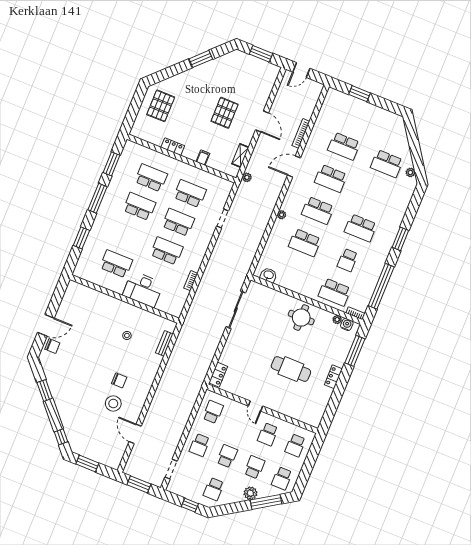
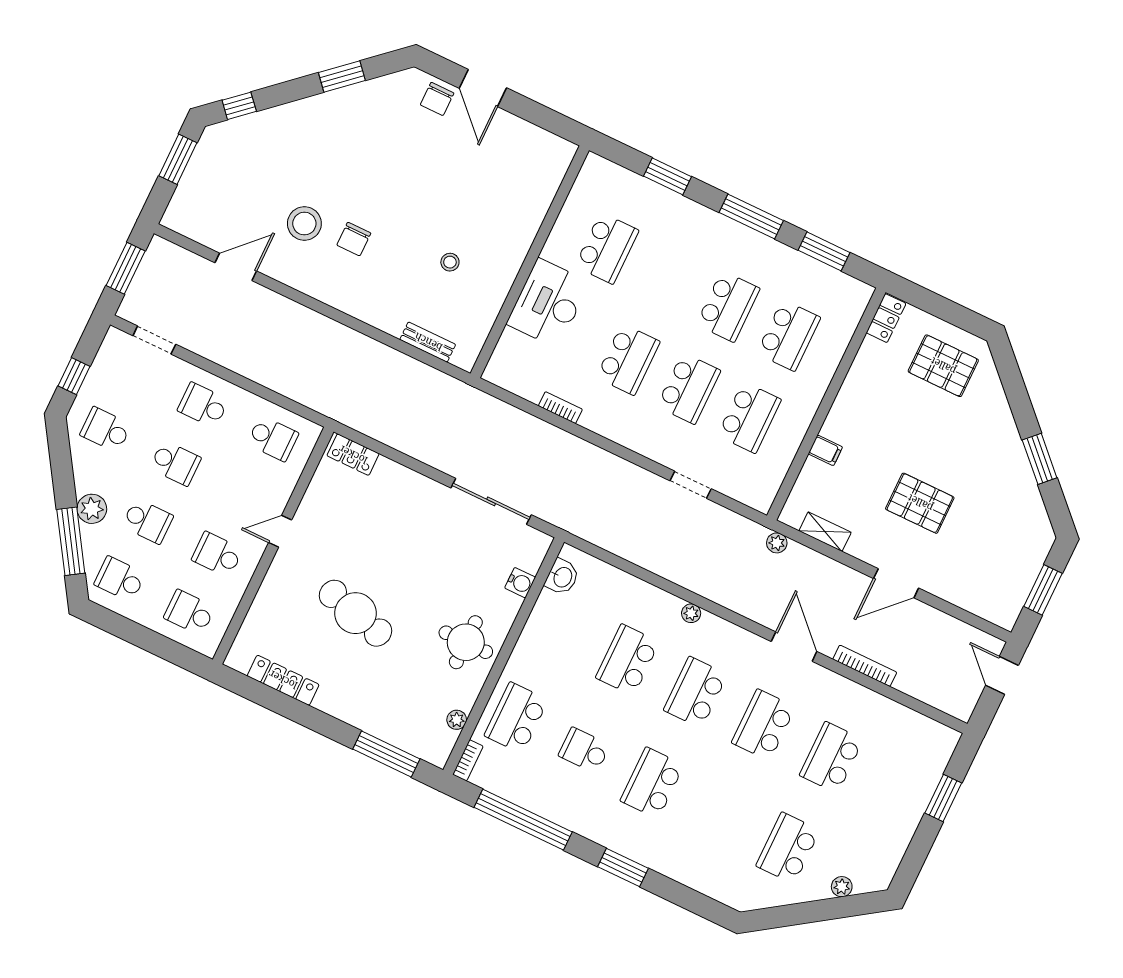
locker: (173, 147) -> (886, 318), moved
plant: (410, 172) -> (842, 887), moved
water cooler: (347, 324) -> (520, 583), moved
cafe table: (291, 369) -> (355, 613), turned -75
locker: (333, 377) -> (283, 680), moved, width x1.53

